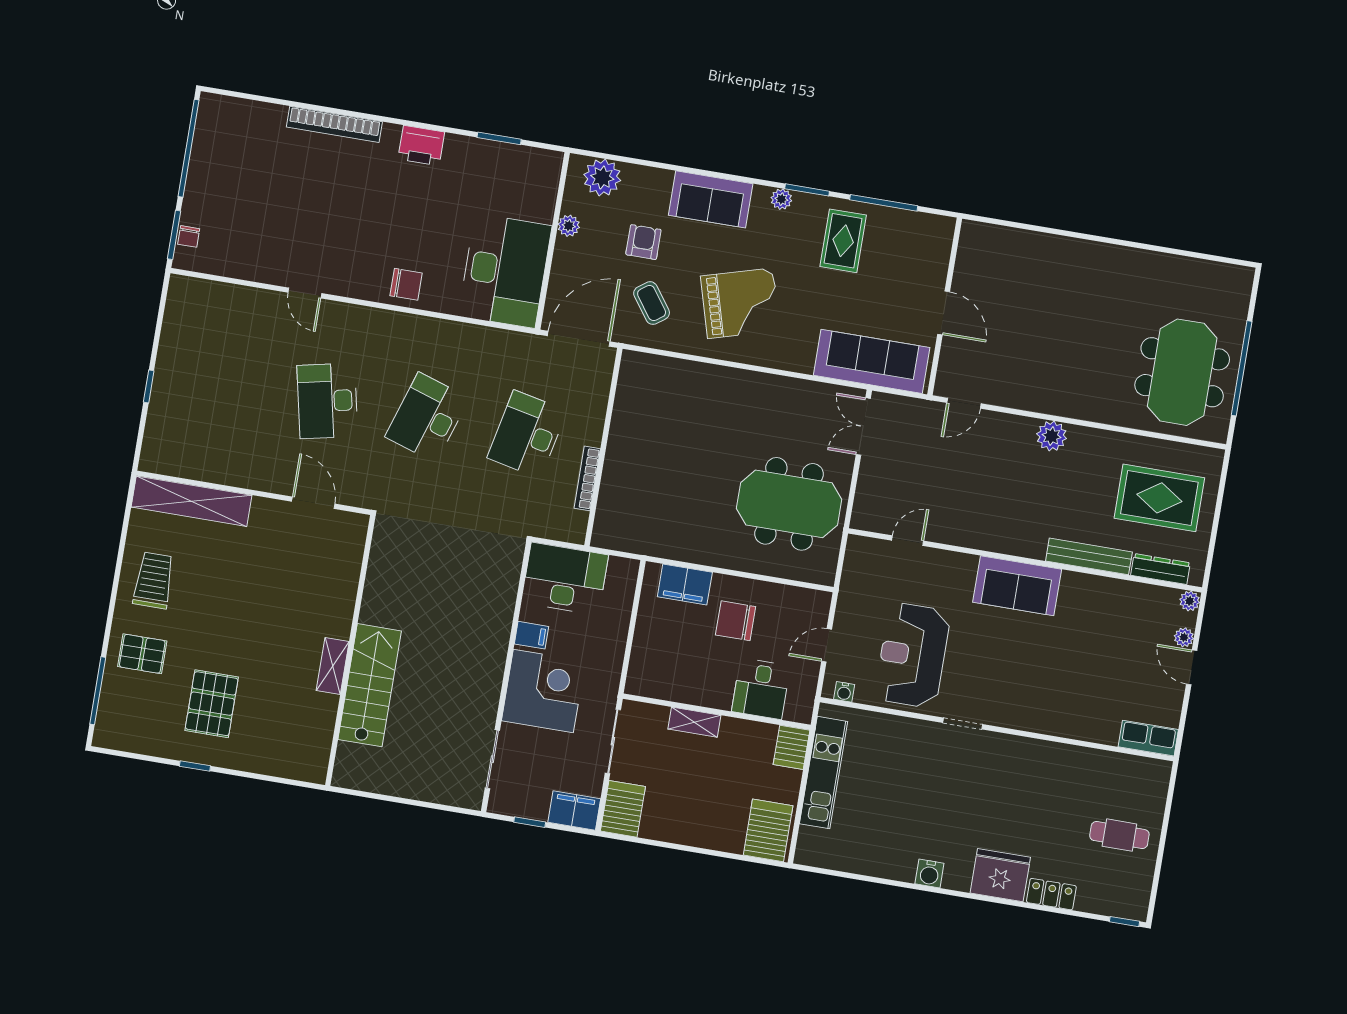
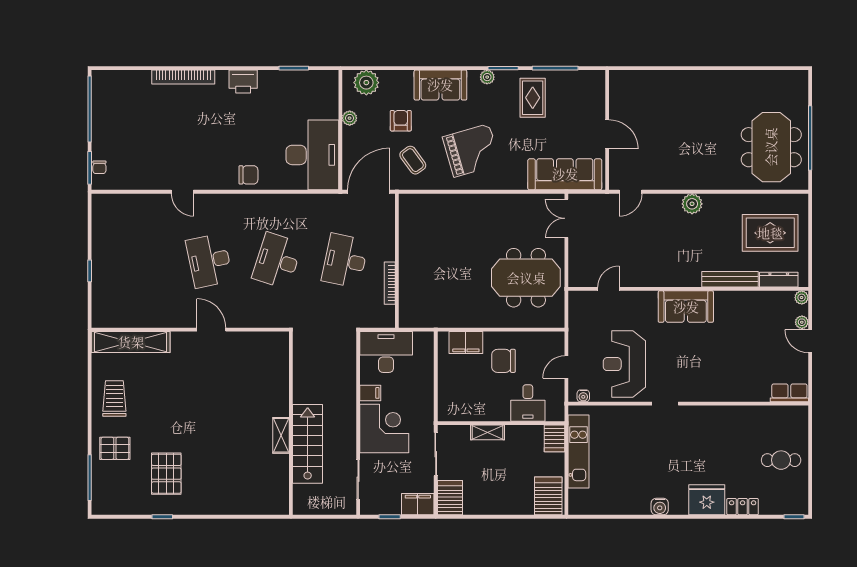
wall: (350, 650) -> (291, 423), moved
shelving: (333, 666) -> (281, 435), moved
stairs: (370, 685) -> (308, 444), moved

